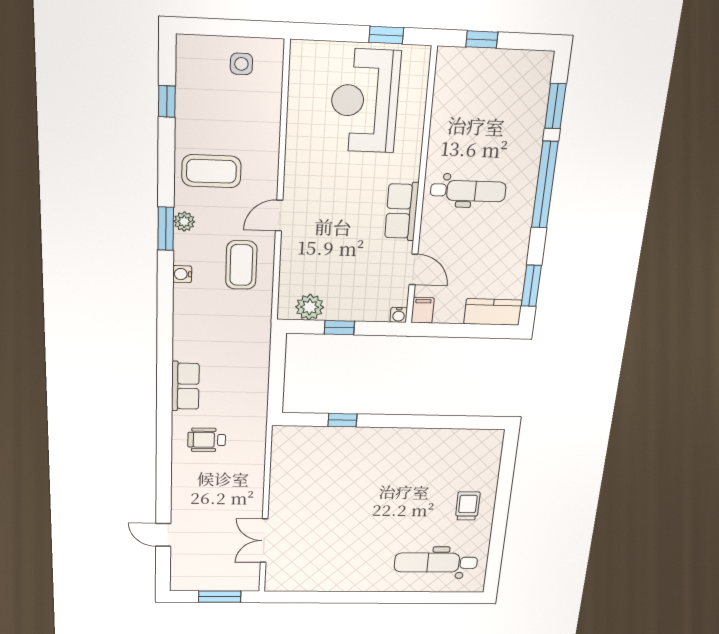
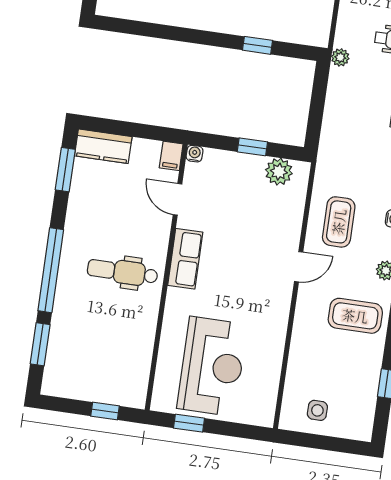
plant: (258, 418) -> (340, 57), added

